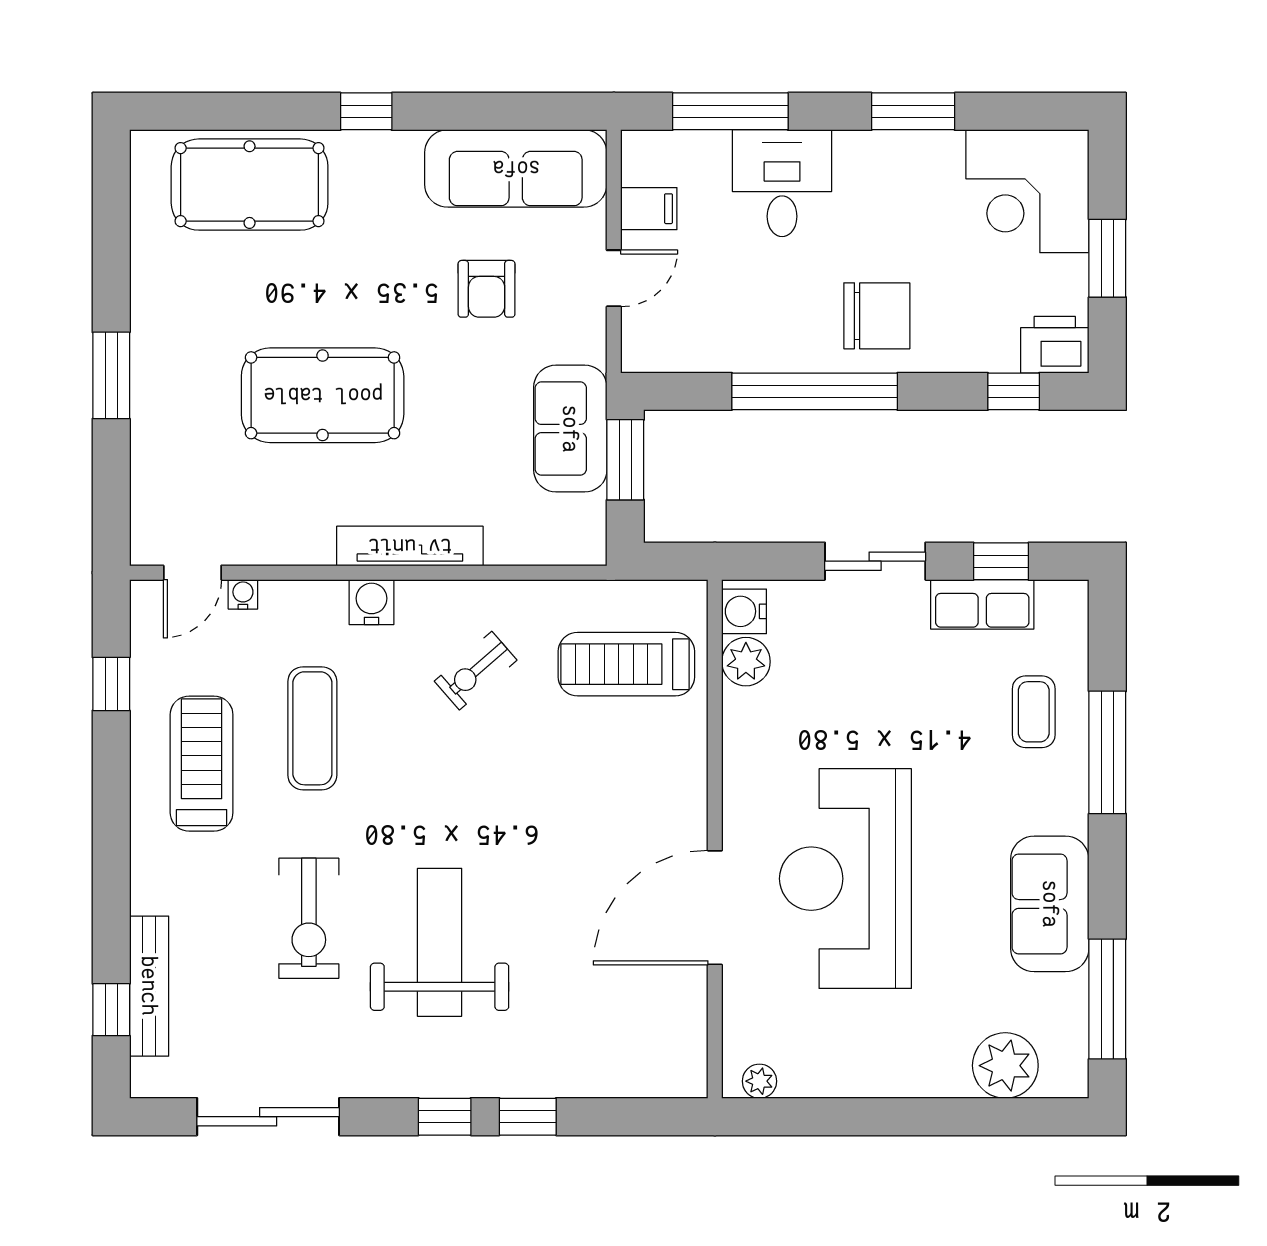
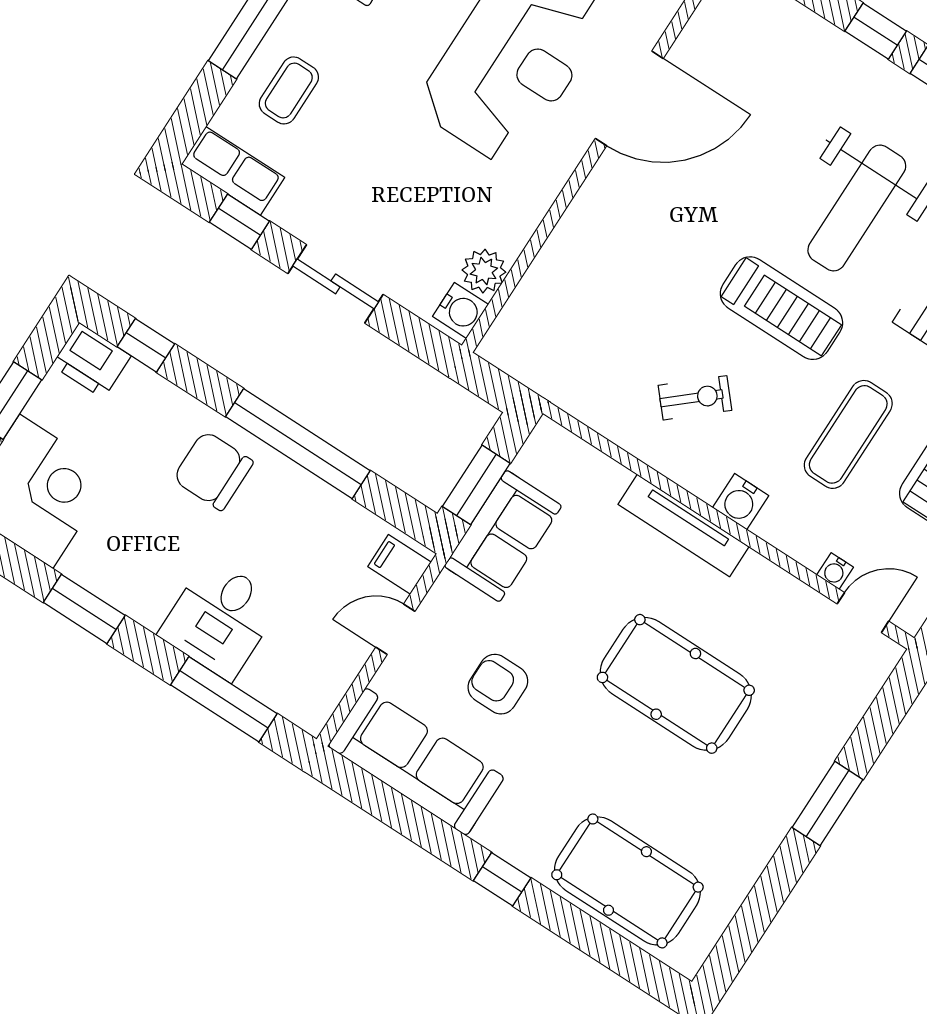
filing cabinet: (649, 209) -> (399, 564), moved
armchair: (487, 289) -> (498, 684), turned -90
row of seats: (982, 604) -> (233, 171), moved
treadmill: (626, 664) -> (781, 308), moved

